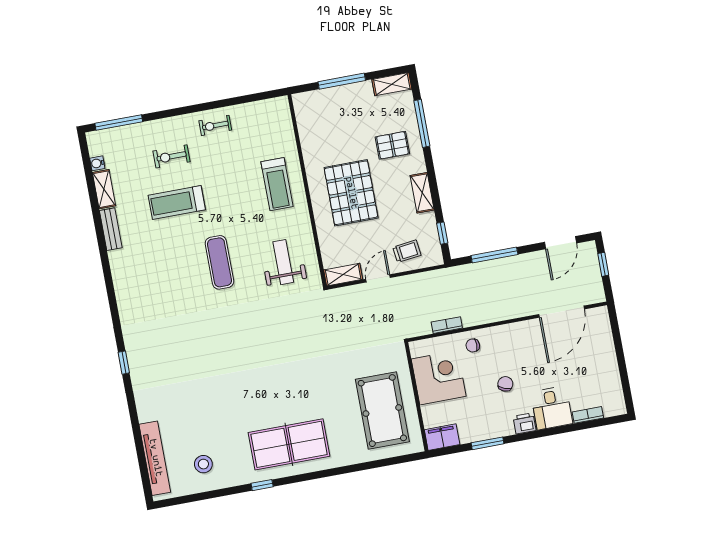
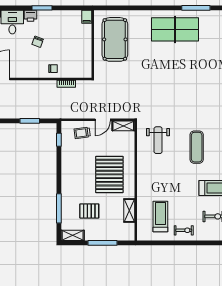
pallet: (392, 145) -> (89, 211), moved
treadmill: (277, 184) -> (160, 217), moved
shelving: (422, 193) -> (129, 211), moved
window: (494, 255) -> (30, 121), width x0.69
corner desk: (439, 378) -> (77, 53), removed
filing cabinet: (442, 437) -> (87, 17), width x0.50
window: (488, 443) -> (42, 8), moved
window: (262, 485) -> (196, 8), width x2.17

